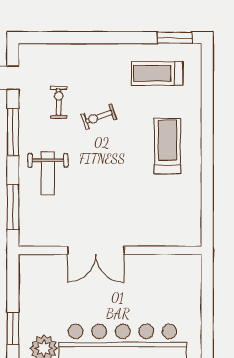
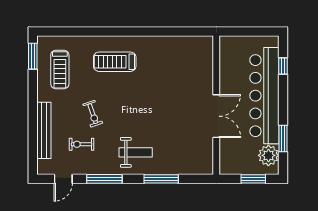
bench: (77, 52) -> (44, 130), added
double door: (96, 250) -> (216, 116), moved
wall: (110, 250) -> (216, 105), moved

